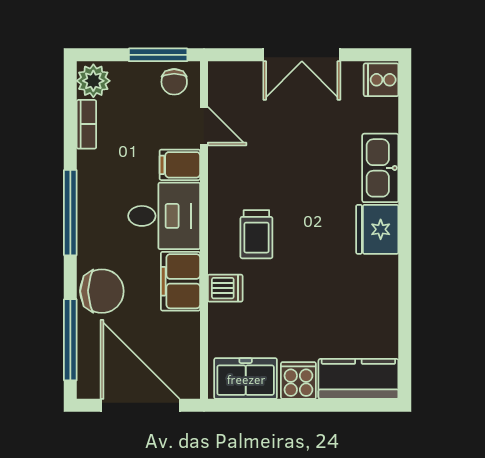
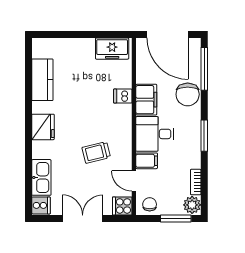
window: (158, 55) -> (176, 219), moved
kitchen sink: (380, 168) -> (41, 177), moved
window: (70, 213) -> (204, 136), width x0.69
trolley: (256, 234) -> (96, 152), moved, turned -104
chair: (102, 291) -> (188, 94), turned -90
kitchen counter: (358, 379) -> (42, 80), moved, turned -90
cooker: (298, 380) -> (122, 206), moved, turned 90

